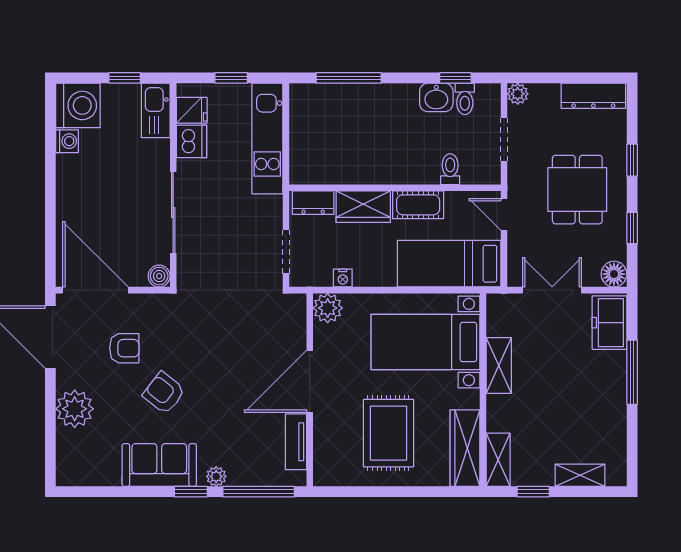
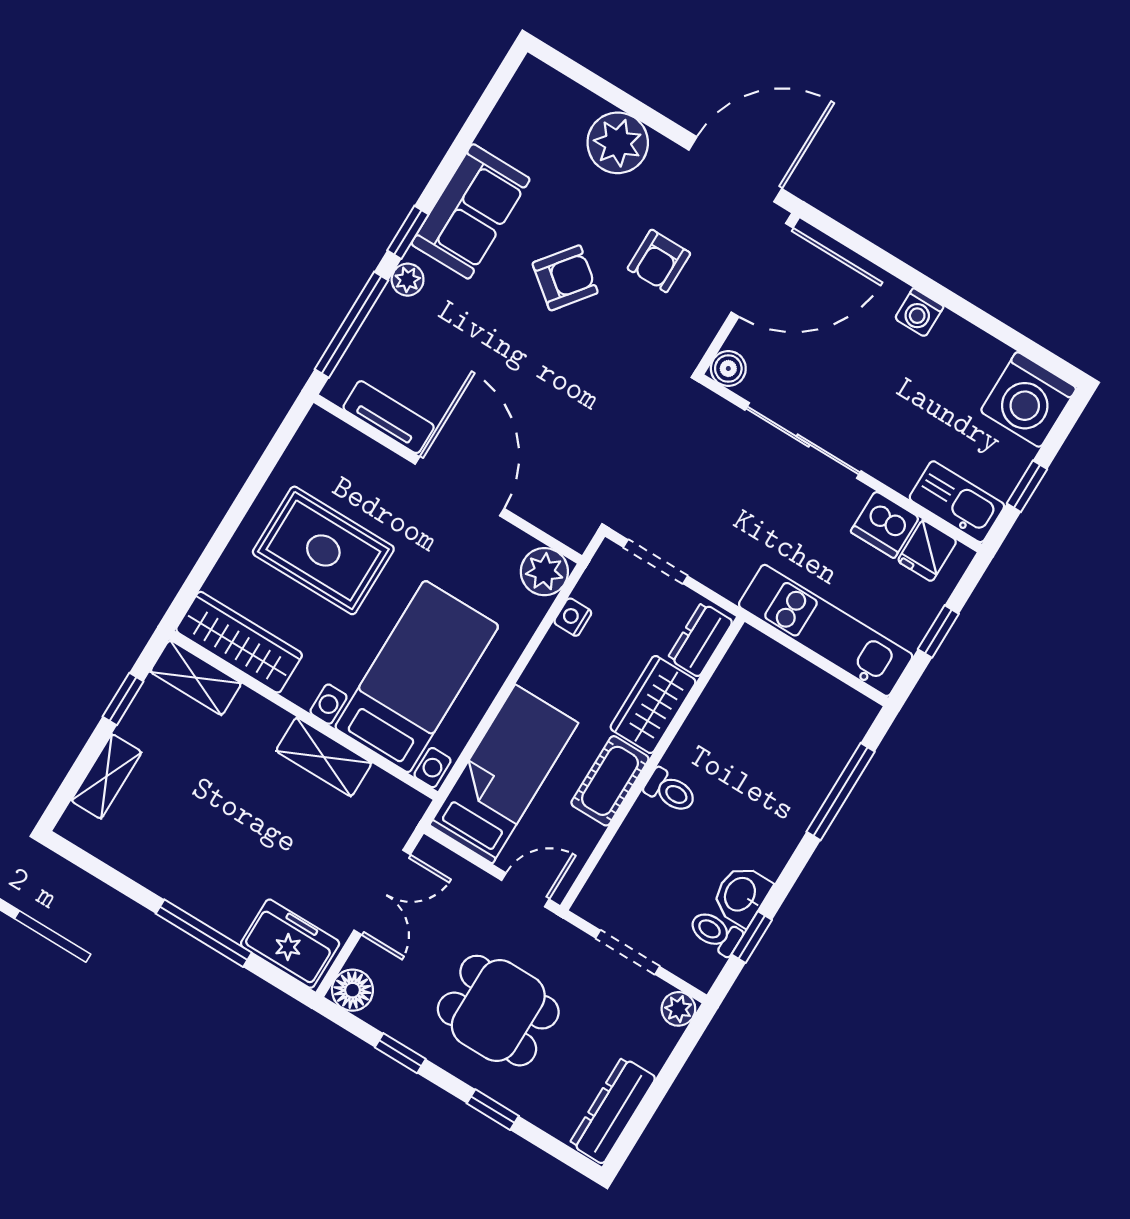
washing machine: (67, 141) -> (919, 313), moved
toilet: (450, 169) -> (670, 791), moved

